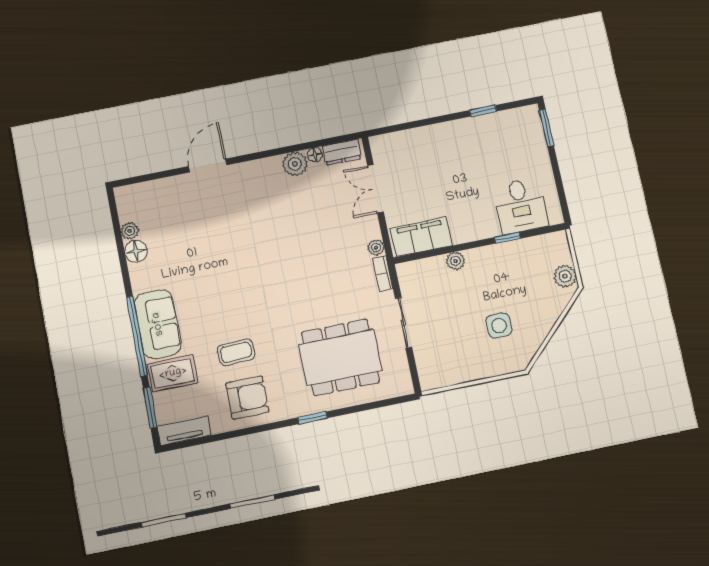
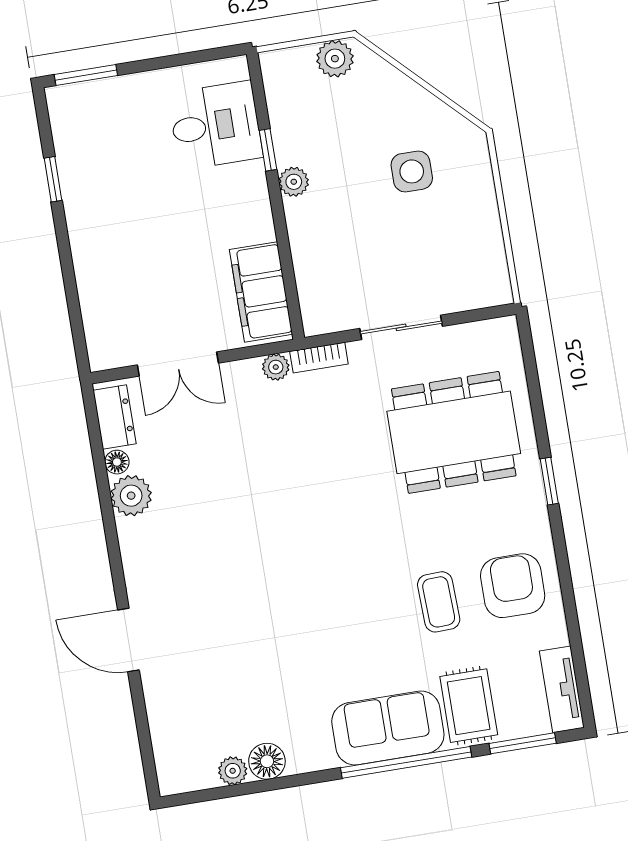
plant: (455, 261) -> (294, 182), moved
dining table: (340, 357) -> (454, 432), turned 90

